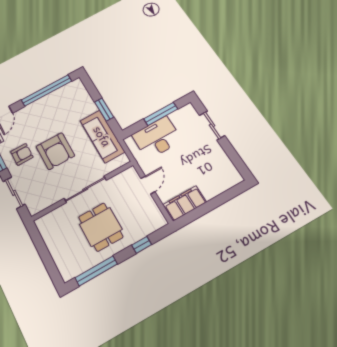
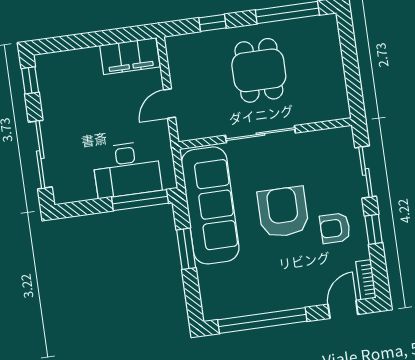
window: (161, 114) -> (140, 200), moved
sliding door: (212, 125) -> (40, 155), width x1.37
sofa: (102, 136) -> (210, 205), width x1.36, depth x1.27
window: (239, 164) -> (30, 80), added

